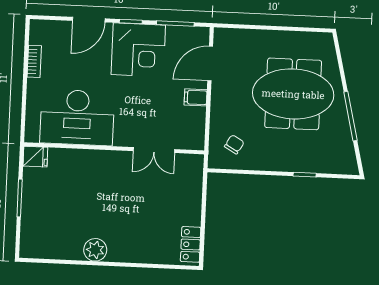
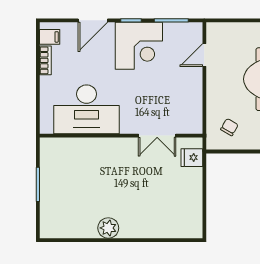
door: (210, 63) -> (204, 55), width x0.73
filing cabinet: (196, 97) -> (50, 37), moved, turned 180
fridge: (35, 157) -> (192, 158), moved, turned 180
locker: (191, 244) -> (194, 219), removed

